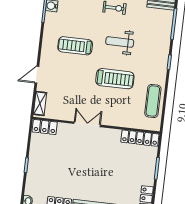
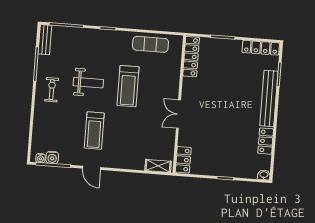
weight bench: (120, 42) -> (88, 83), turned -90
door: (37, 75) -> (91, 168), moved
treadmill: (115, 79) -> (128, 86), turned 180

